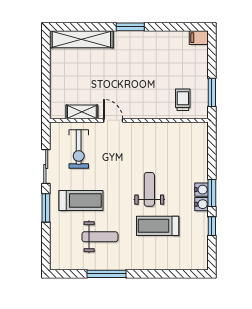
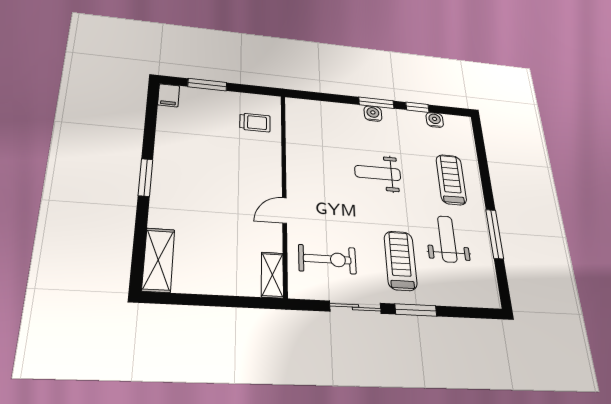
shelving: (81, 39) -> (158, 260), width x0.68
window: (212, 92) -> (207, 85), moved
trolley: (183, 100) -> (255, 122), turned 180
shelving: (82, 112) -> (272, 275), moved
water cooler: (202, 204) -> (435, 120), moved
treadmill: (158, 226) -> (451, 180), moved, turned 180

